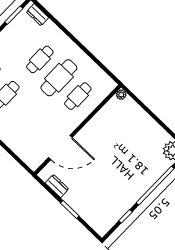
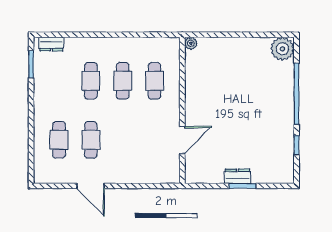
cafe table: (59, 78) -> (123, 81), width x0.73, depth x0.74
door: (60, 147) -> (182, 140), width x0.73
dresser: (57, 186) -> (237, 176), moved

